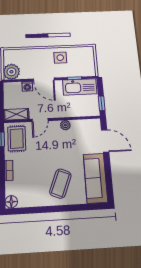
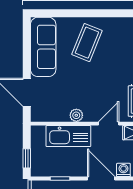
kitchen sink: (80, 87) -> (68, 136), moved, turned 180
window: (102, 103) -> (27, 158), moved

